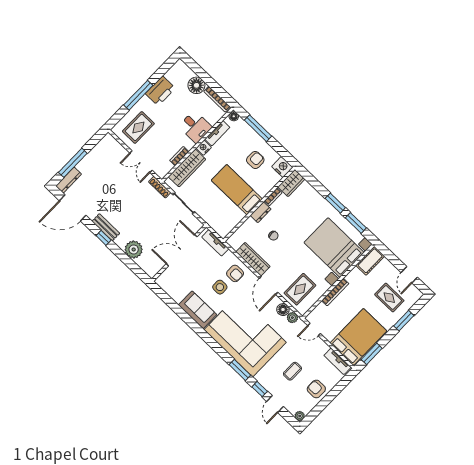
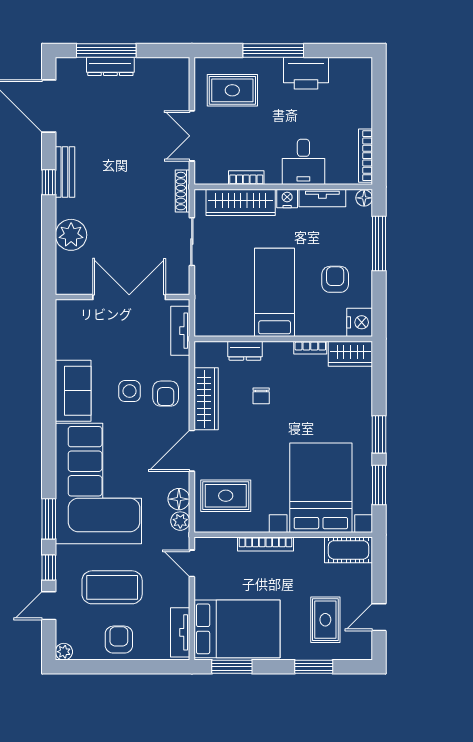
floor lamp: (196, 85) -> (358, 112), removed
armchair: (255, 160) -> (335, 279), turned -90
dresser: (69, 180) -> (110, 66), moved
dresser: (261, 212) -> (245, 351), moved
coffee table: (292, 371) -> (112, 587), width x1.86, depth x1.72

